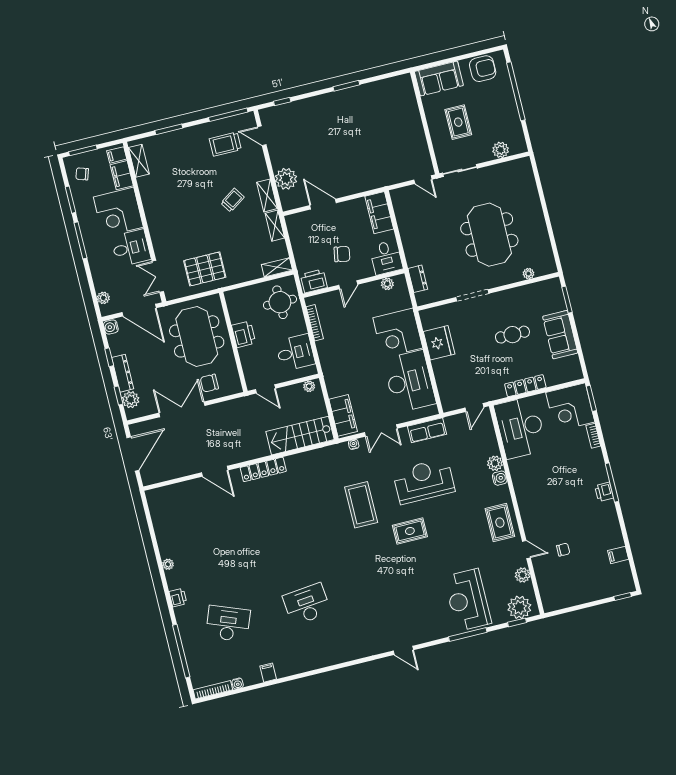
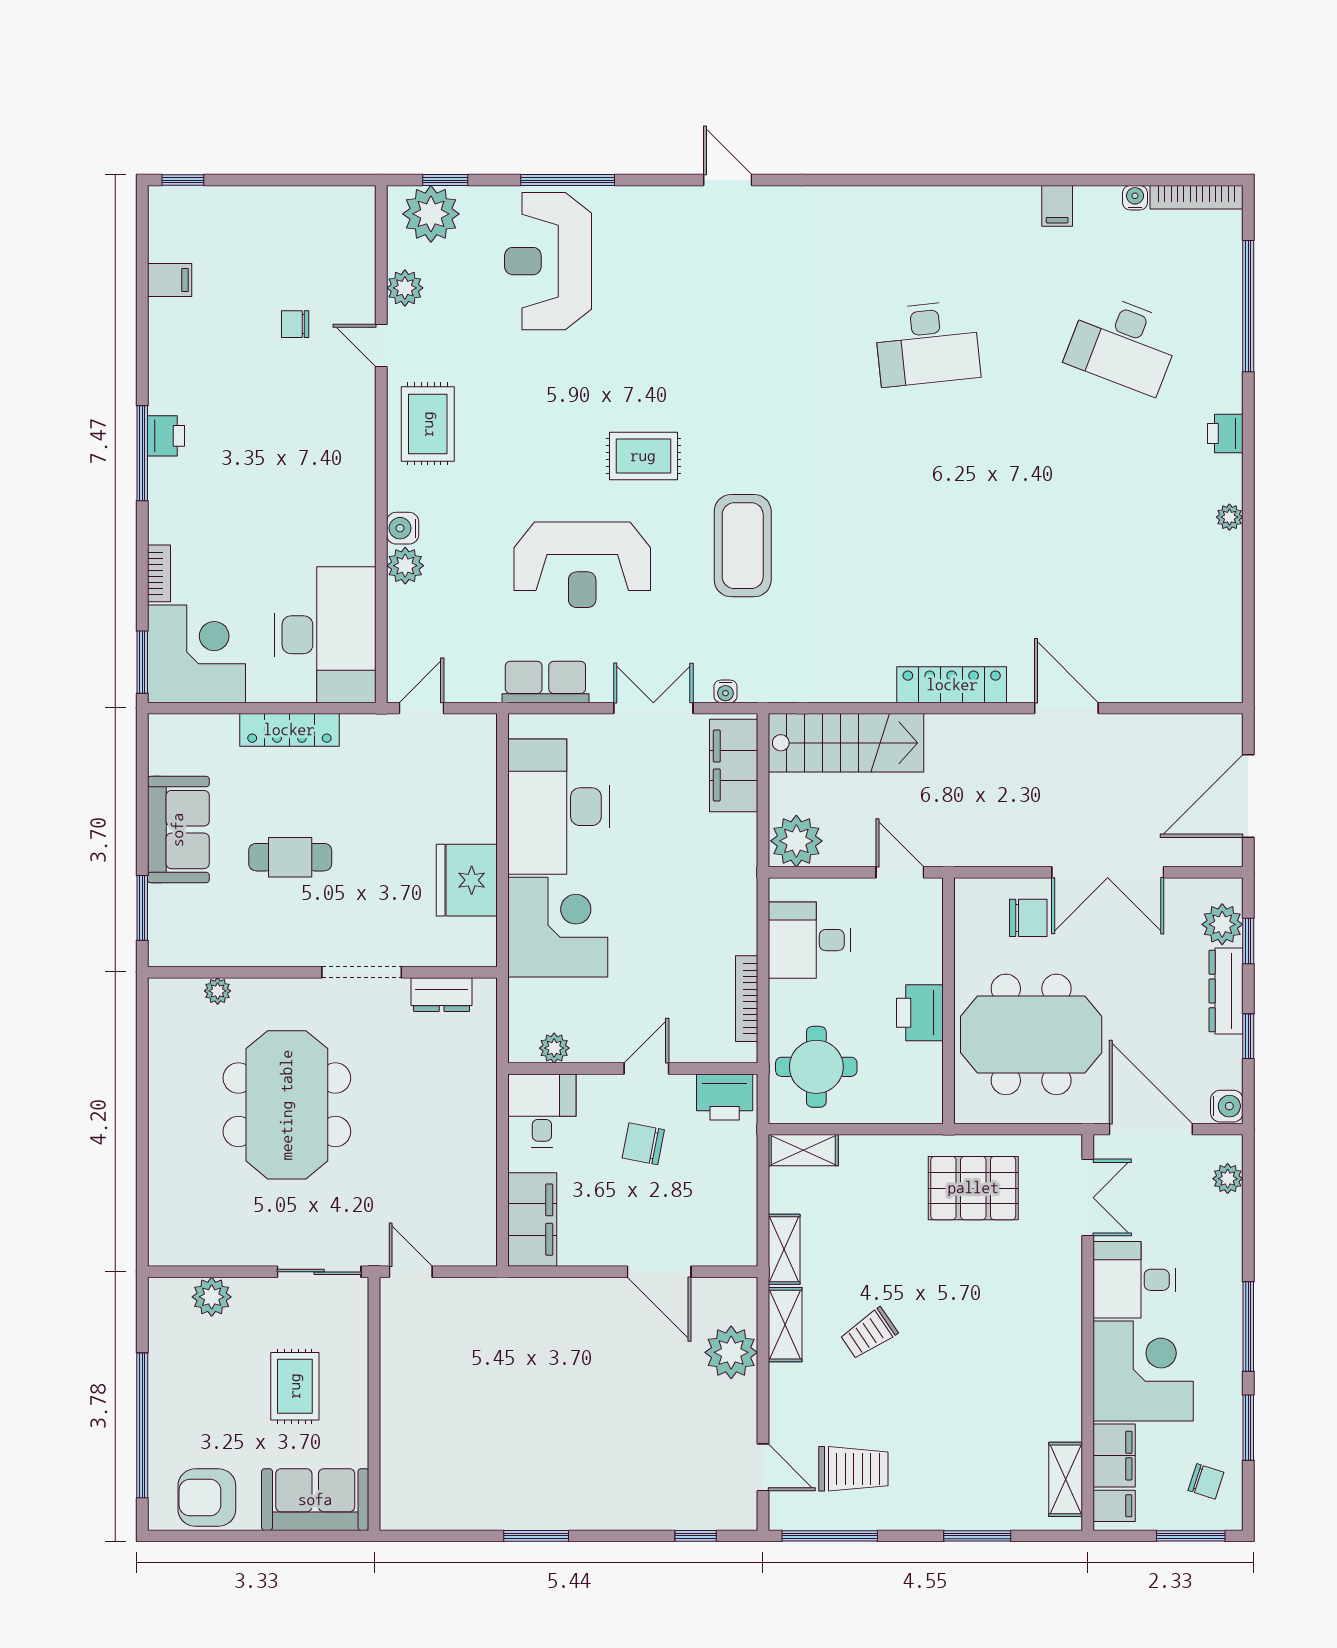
dresser: (418, 279) -> (442, 995), moved, turned -90
meeting table: (197, 336) -> (1031, 1034), turned 90
plant: (309, 386) -> (796, 841), width x1.87, depth x1.87
reception desk: (468, 600) -> (548, 261), turned 180

